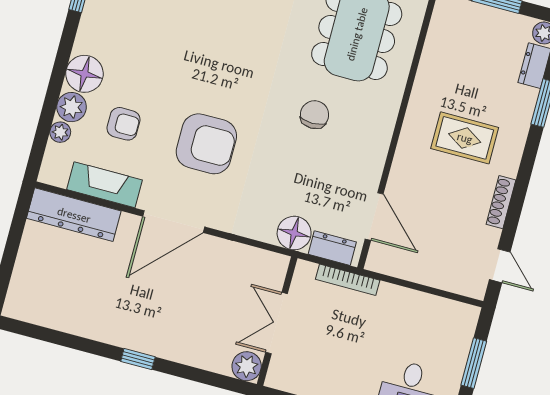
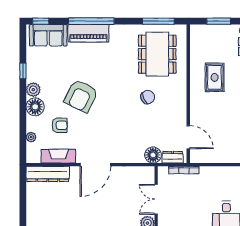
plant: (72, 107) -> (33, 90), moved
chair: (314, 115) -> (148, 97), turned 64
rug: (465, 138) -> (215, 77), moved, turned 90
armchair: (206, 144) -> (81, 96), moved, turned 116

